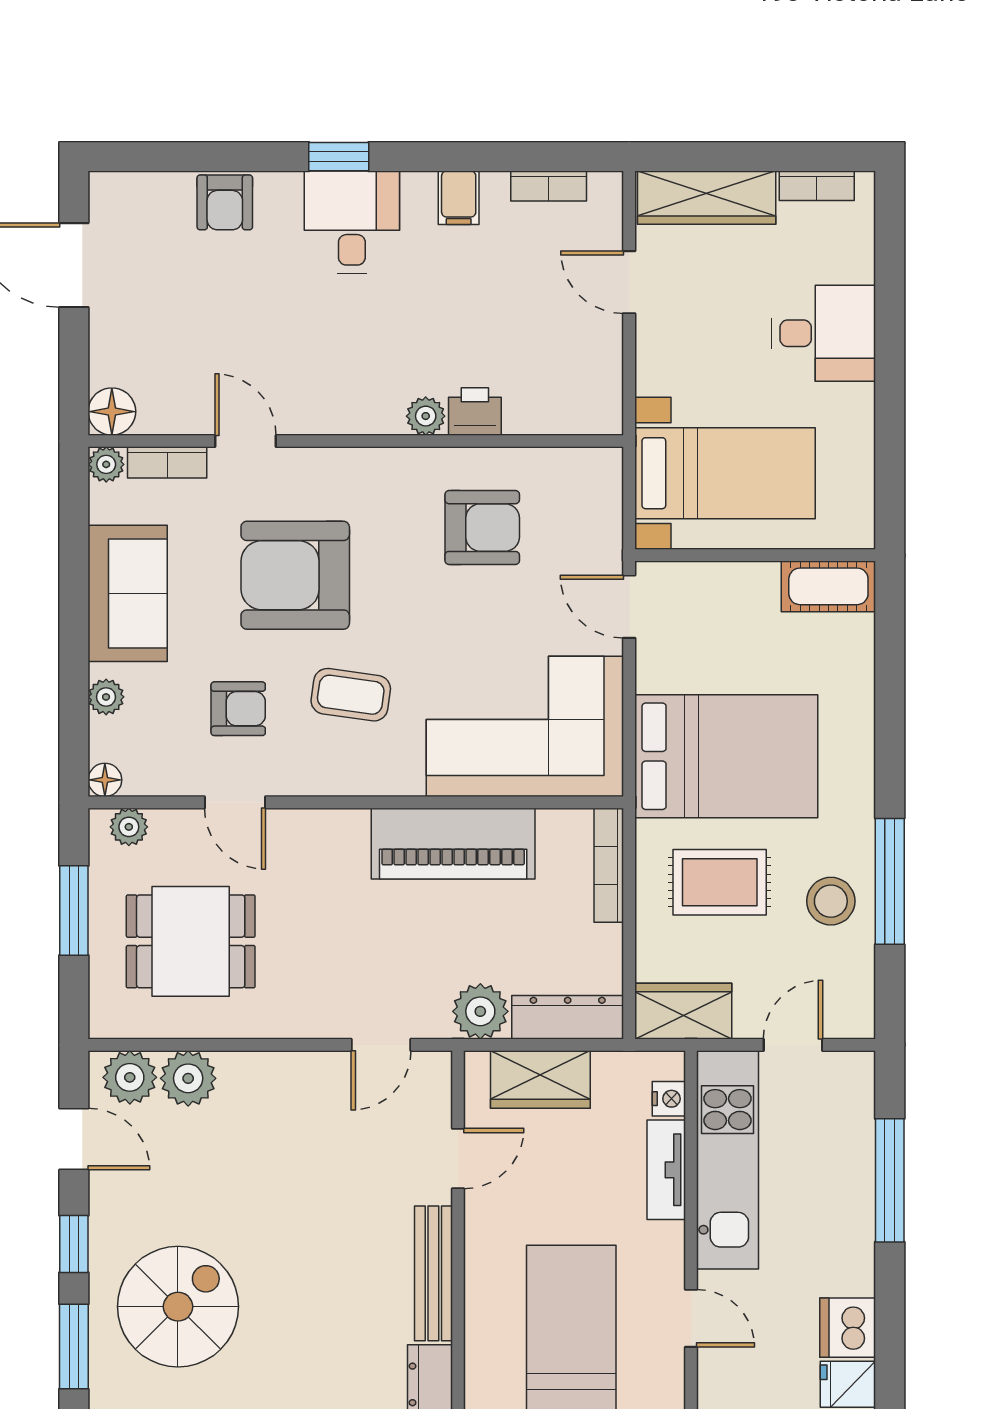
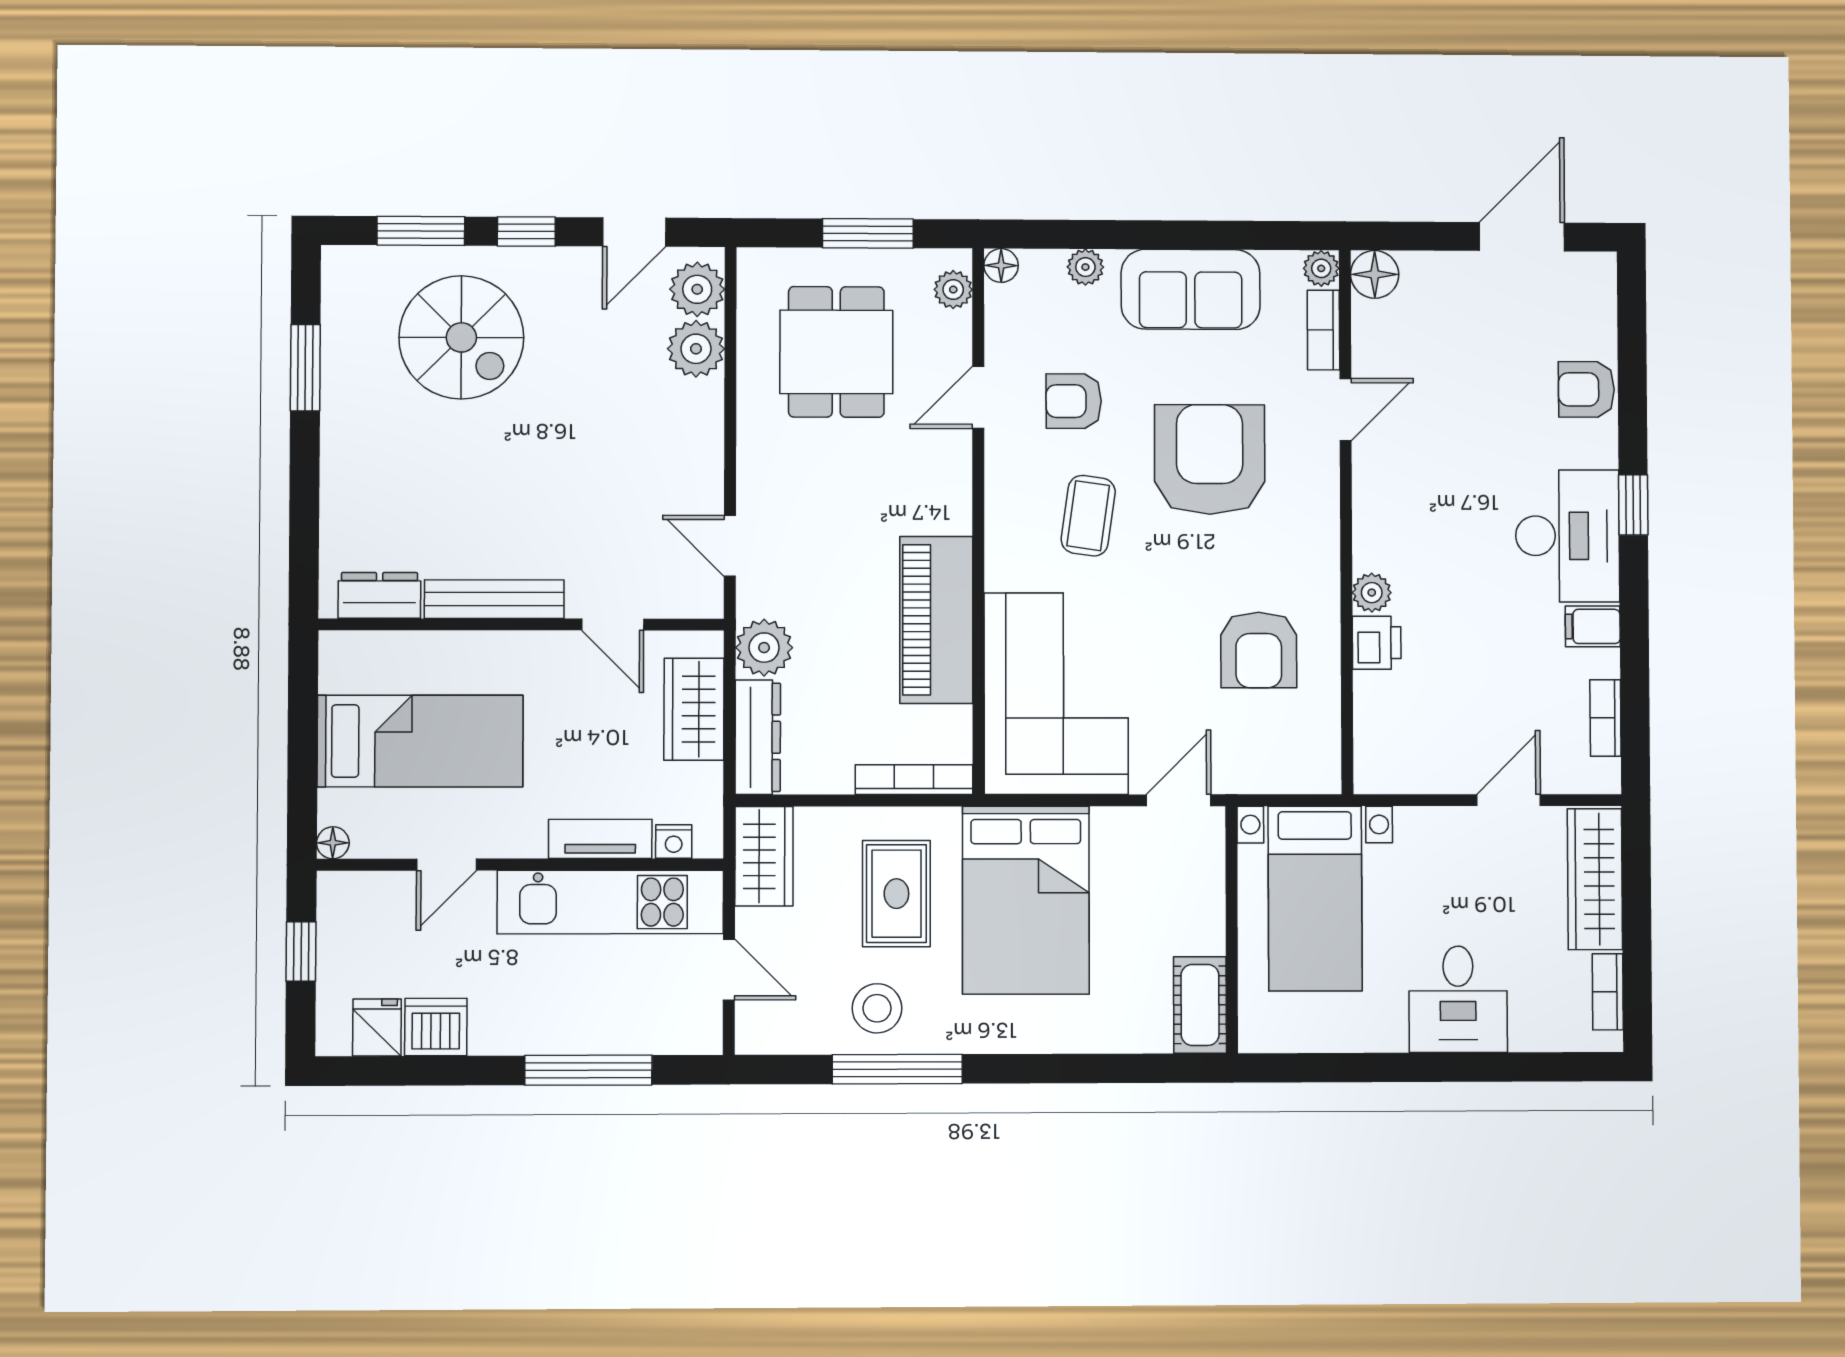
desk: (352, 222) -> (1568, 536), width x1.37
armchair: (238, 709) -> (1074, 401), turned 90

